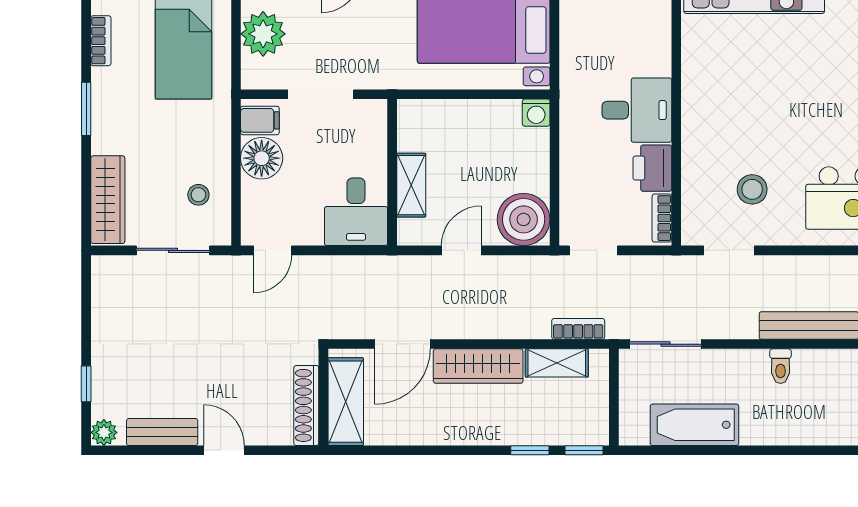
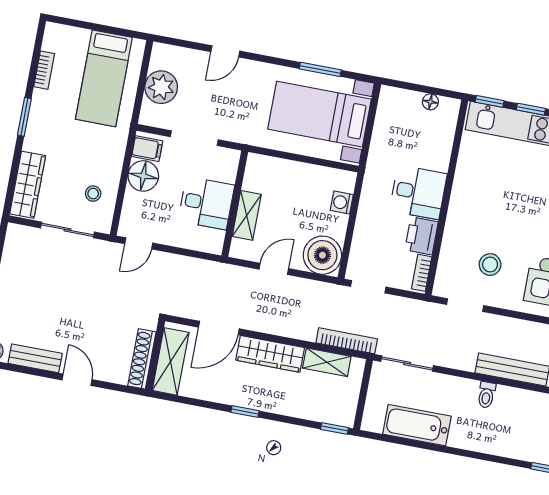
washing machine: (536, 113) -> (342, 202), moved, turned 90
desk: (356, 212) -> (206, 203), moved, turned -90
bookcase: (578, 329) -> (347, 341), width x1.56
window: (530, 450) -> (245, 412), moved

